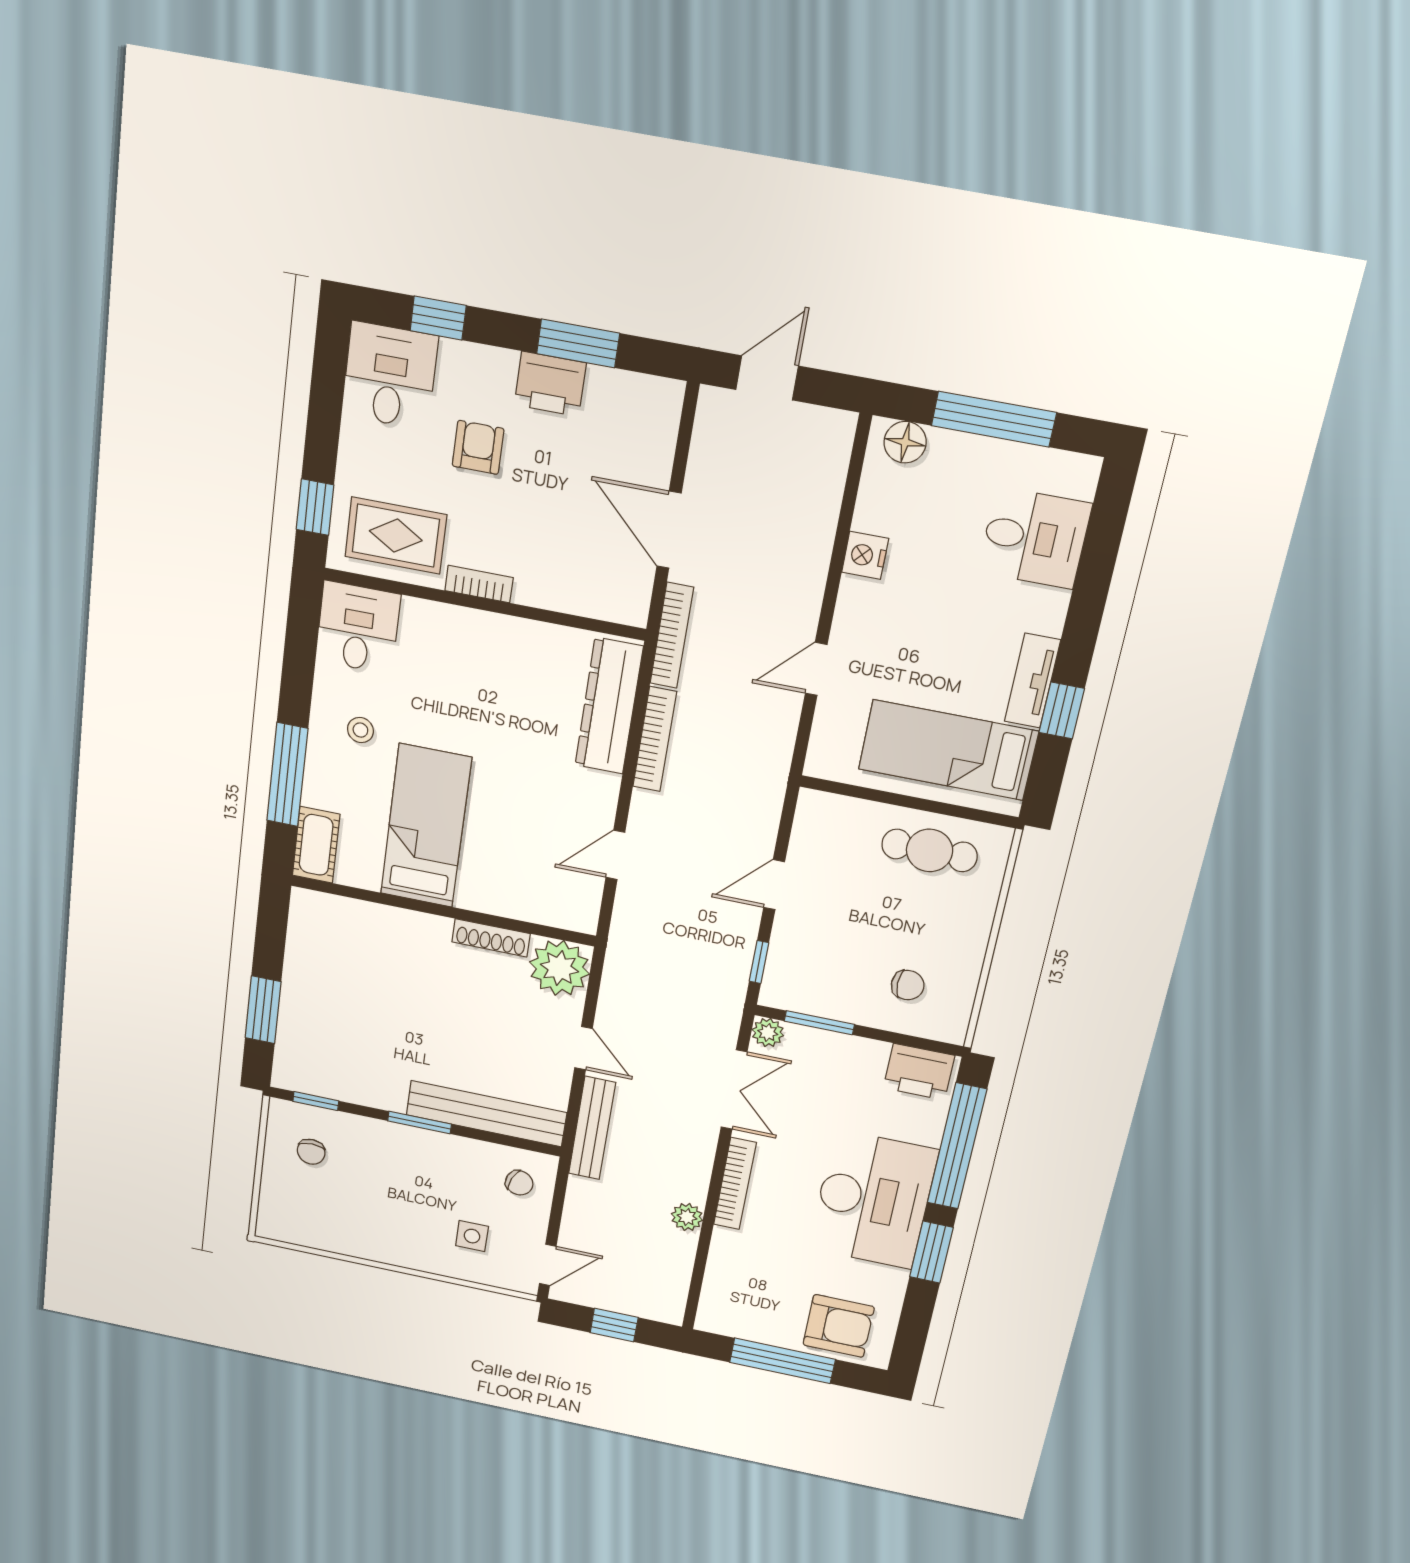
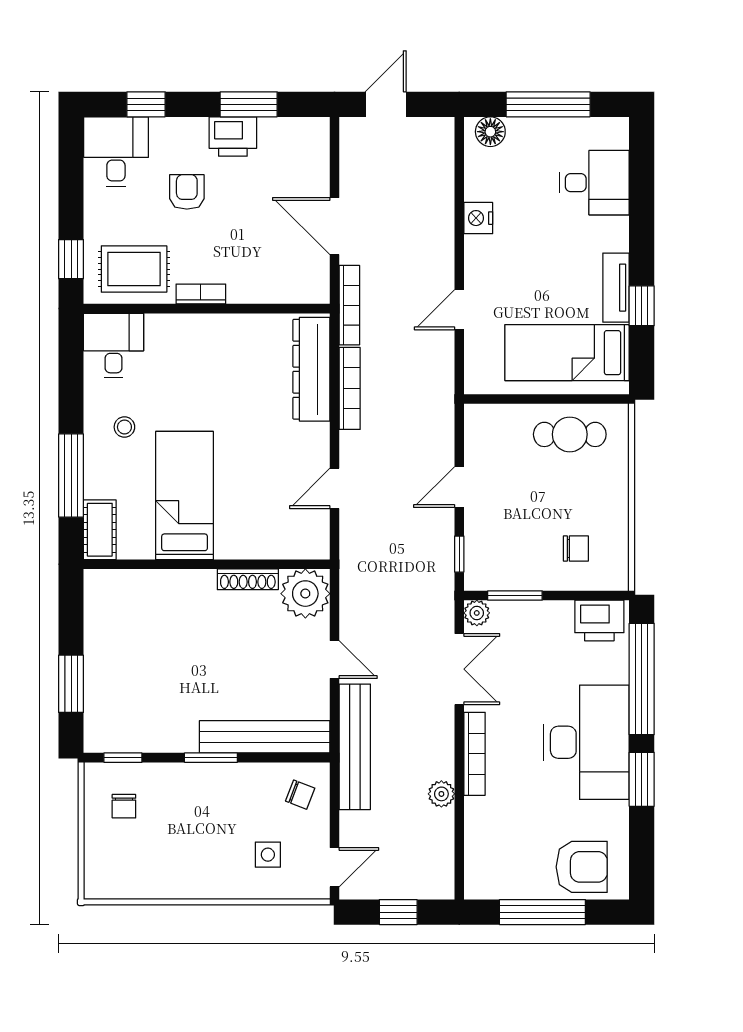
bench: (592, 1128) -> (355, 747), width x1.37, depth x1.21

